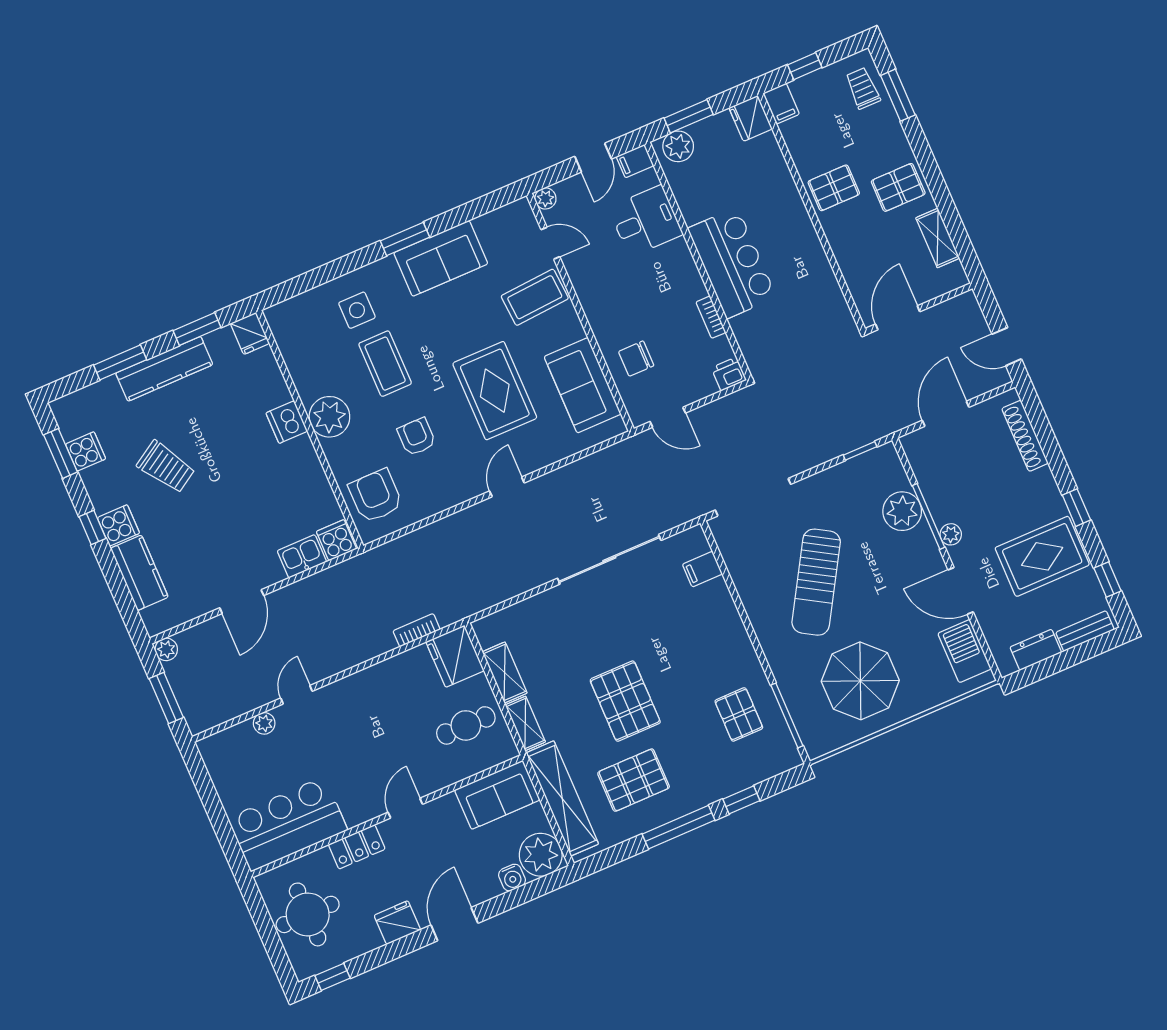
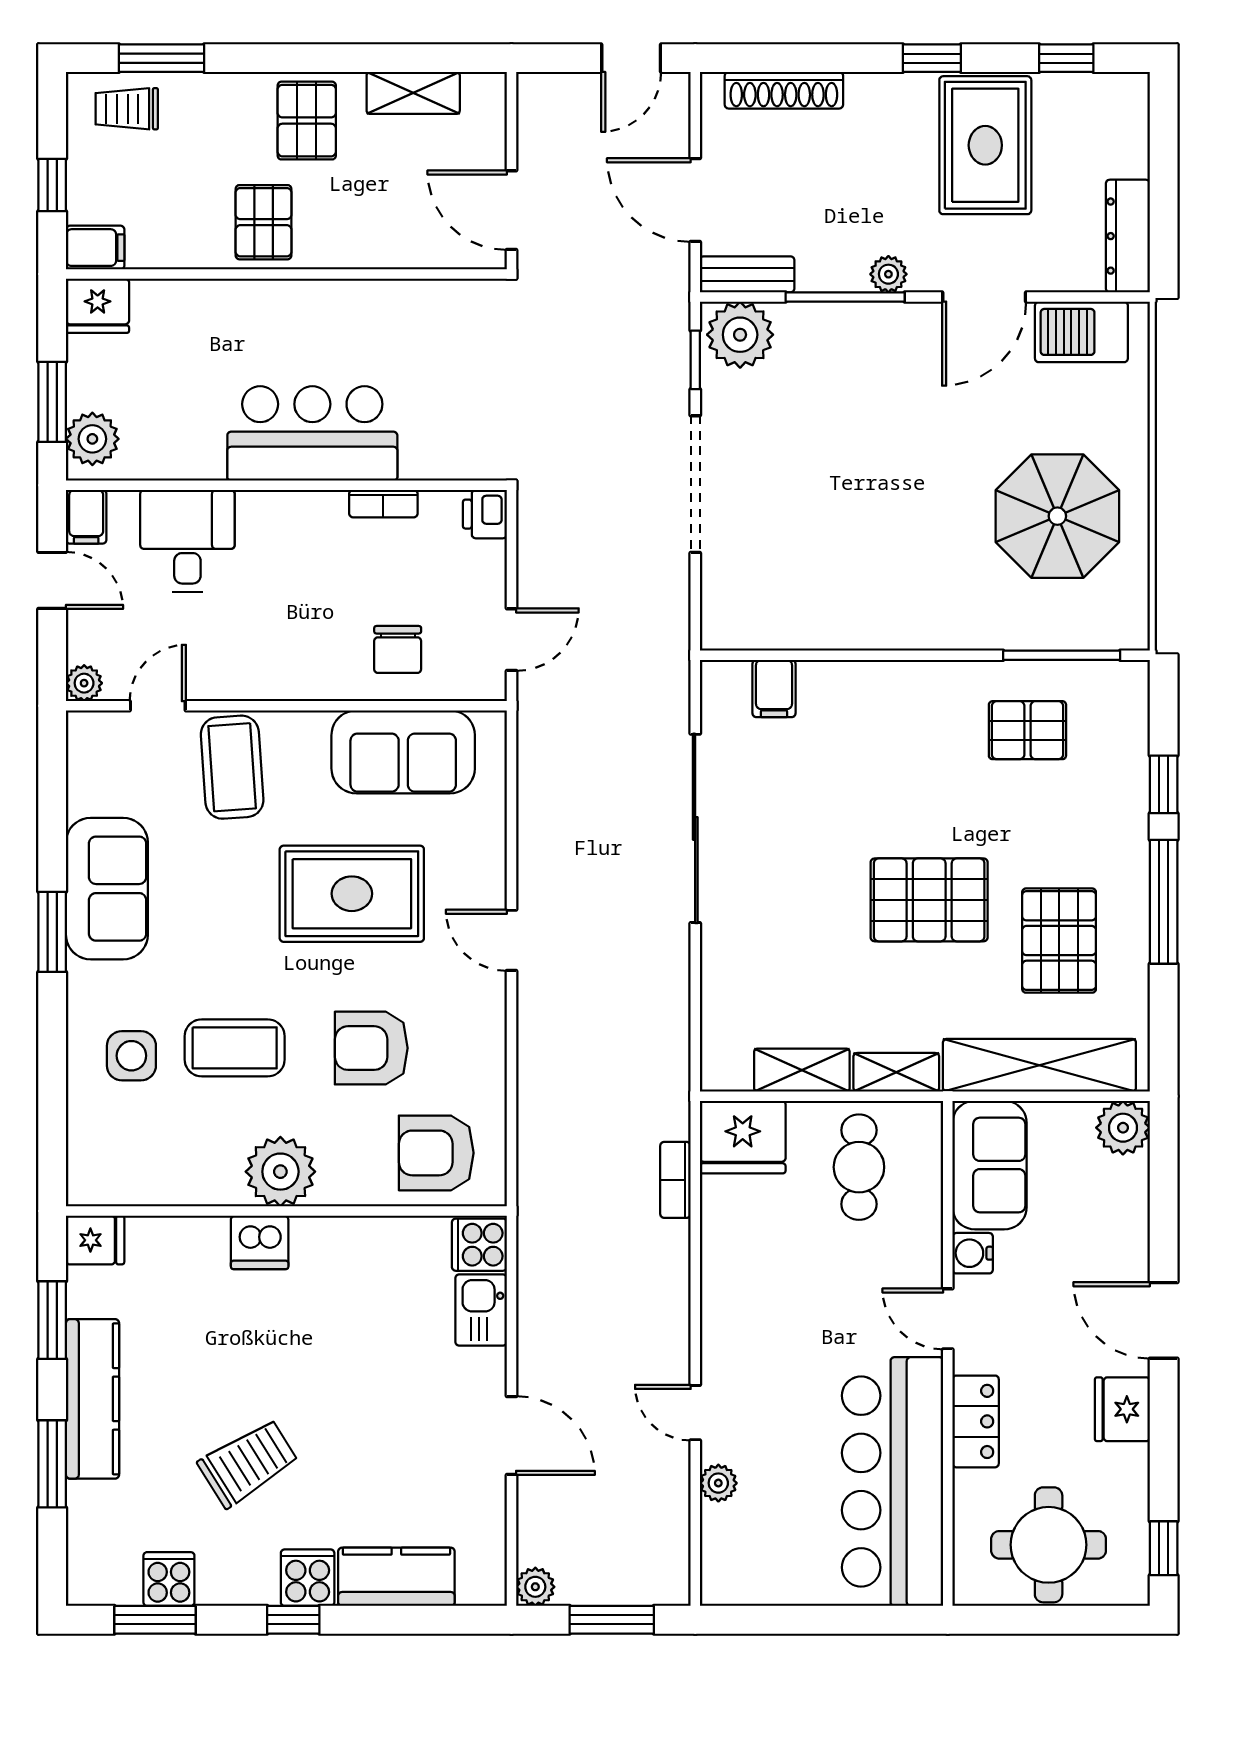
armchair: (417, 437) -> (371, 1048), width x1.38, depth x1.38
doorway: (753, 497) -> (695, 484), moved
plant: (902, 511) -> (740, 335), moved
sun lounger: (816, 582) -> (872, 518), removed
bench: (1085, 631) -> (747, 274), moved, turned 90
dresser: (1036, 650) -> (1128, 236), width x1.44
bar counter: (288, 824) -> (893, 1482), width x1.36
plant: (541, 855) -> (1123, 1128), width x0.73, depth x0.73
water cooler: (512, 878) -> (973, 1253), moved, turned 180

